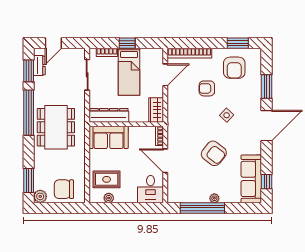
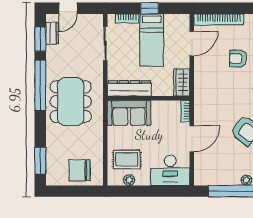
door: (165, 161) -> (192, 139), swing flipped
desk: (151, 189) -> (170, 170), width x1.37
plant: (40, 196) -> (53, 178), removed

